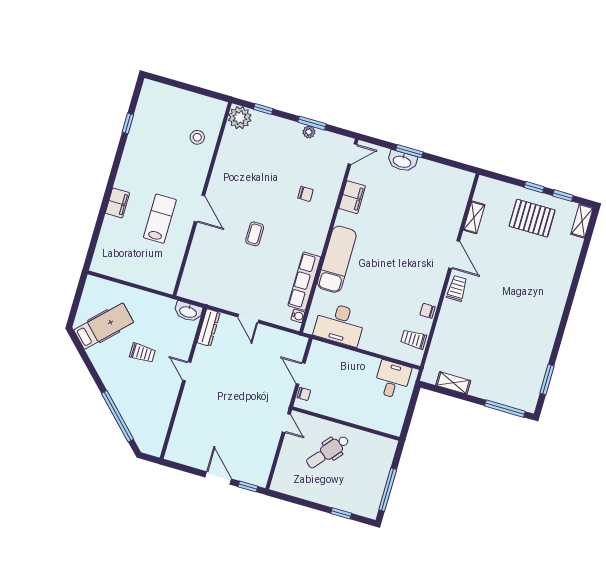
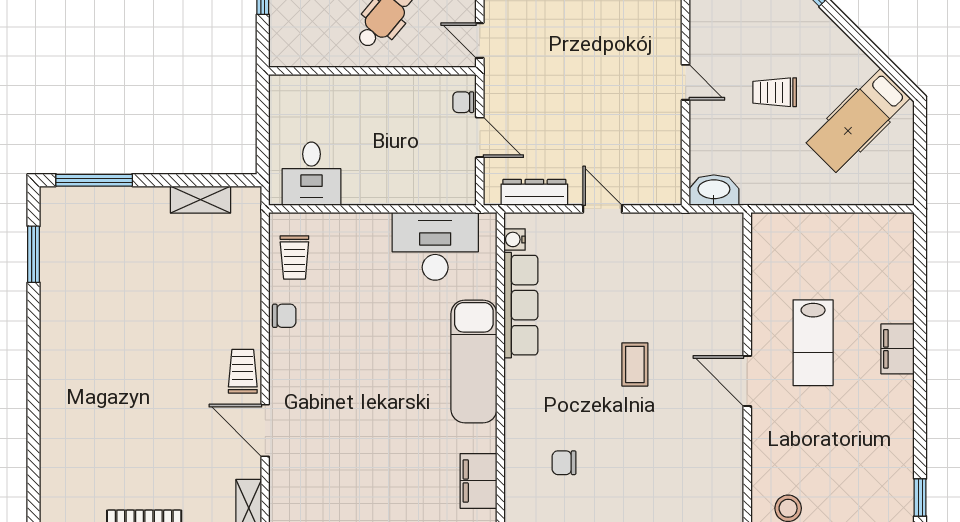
trolley: (457, 288) -> (243, 371), turned 180
dresser: (209, 328) -> (534, 192), moved, turned 90
trolley: (414, 339) -> (294, 257), turned 90

